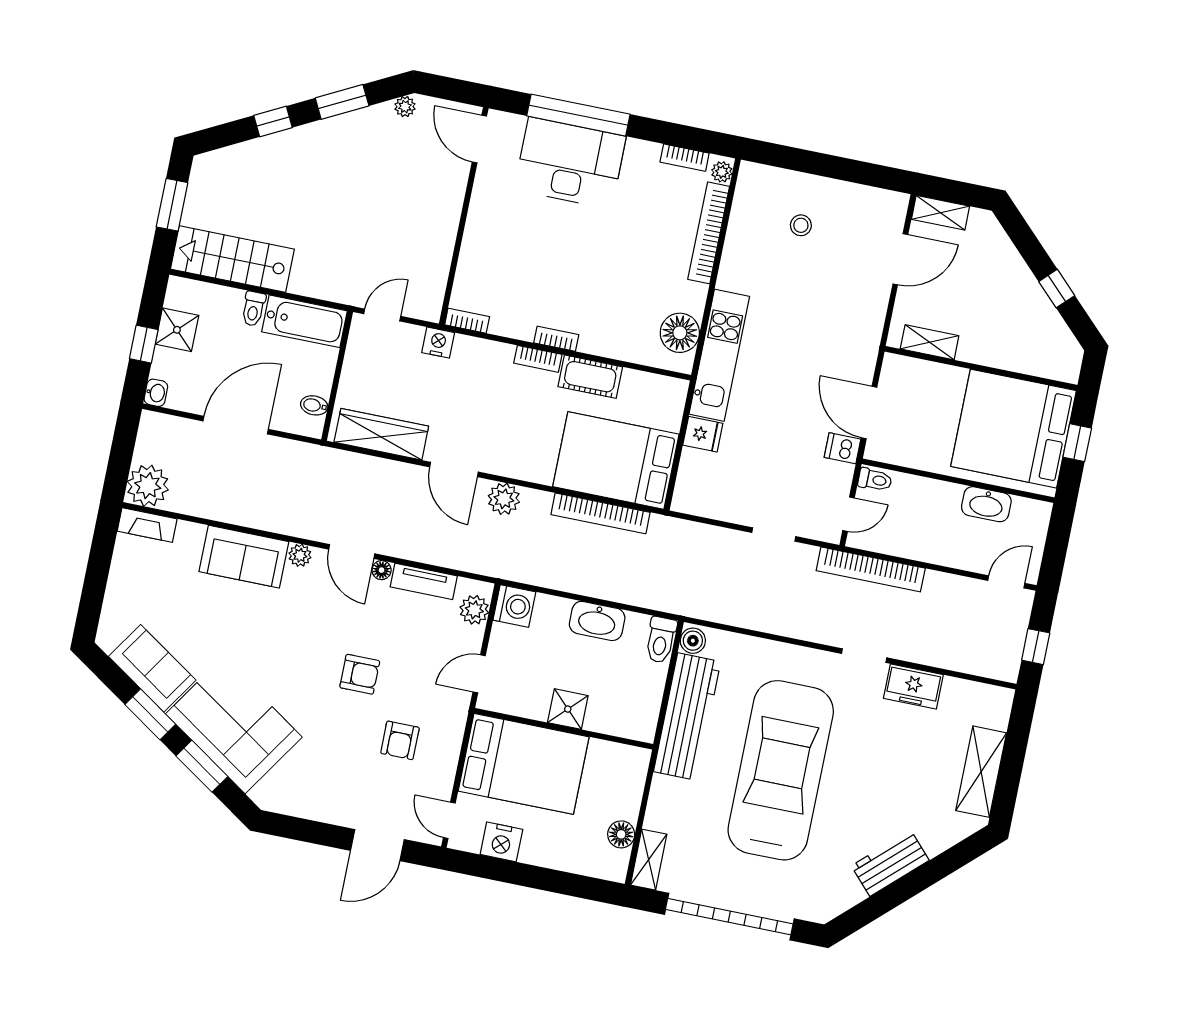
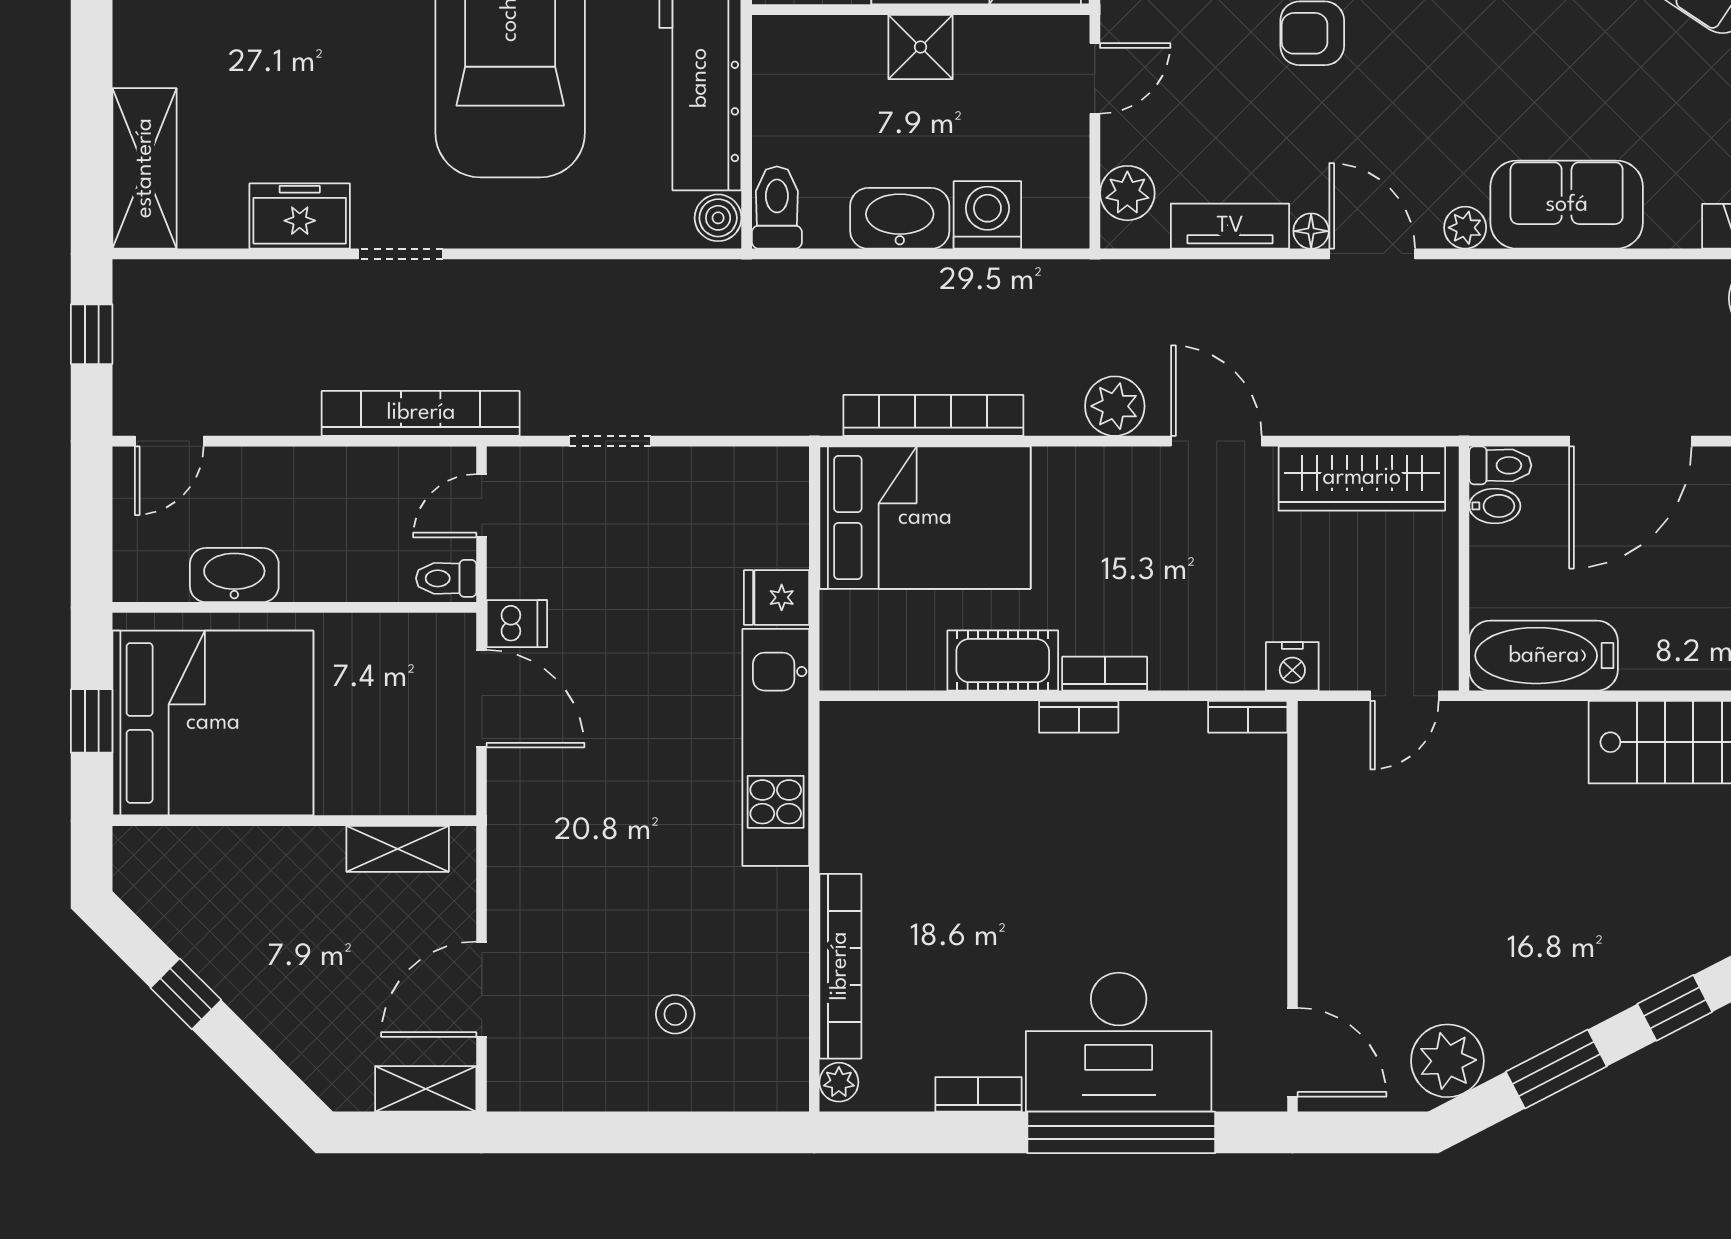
plant: (405, 107) -> (1447, 1061), width x1.88, depth x1.88
bookcase: (685, 158) -> (978, 1094), moved
toilet: (253, 309) -> (1500, 465), moved, turned 90
floor lamp: (680, 333) -> (856, 774), removed
washing machine: (514, 606) -> (987, 215), moved, turned 90
shelving: (981, 772) -> (145, 168), moved

